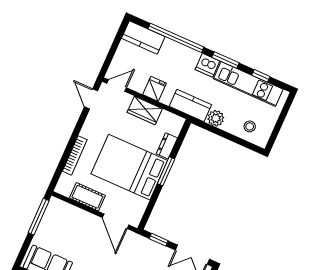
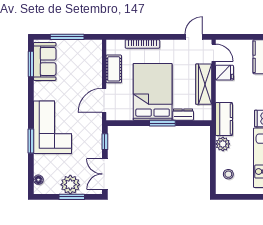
fridge: (155, 89) -> (225, 73), moved
wardrobe: (145, 110) -> (204, 84), width x1.50
window: (39, 217) -> (67, 37), moved

